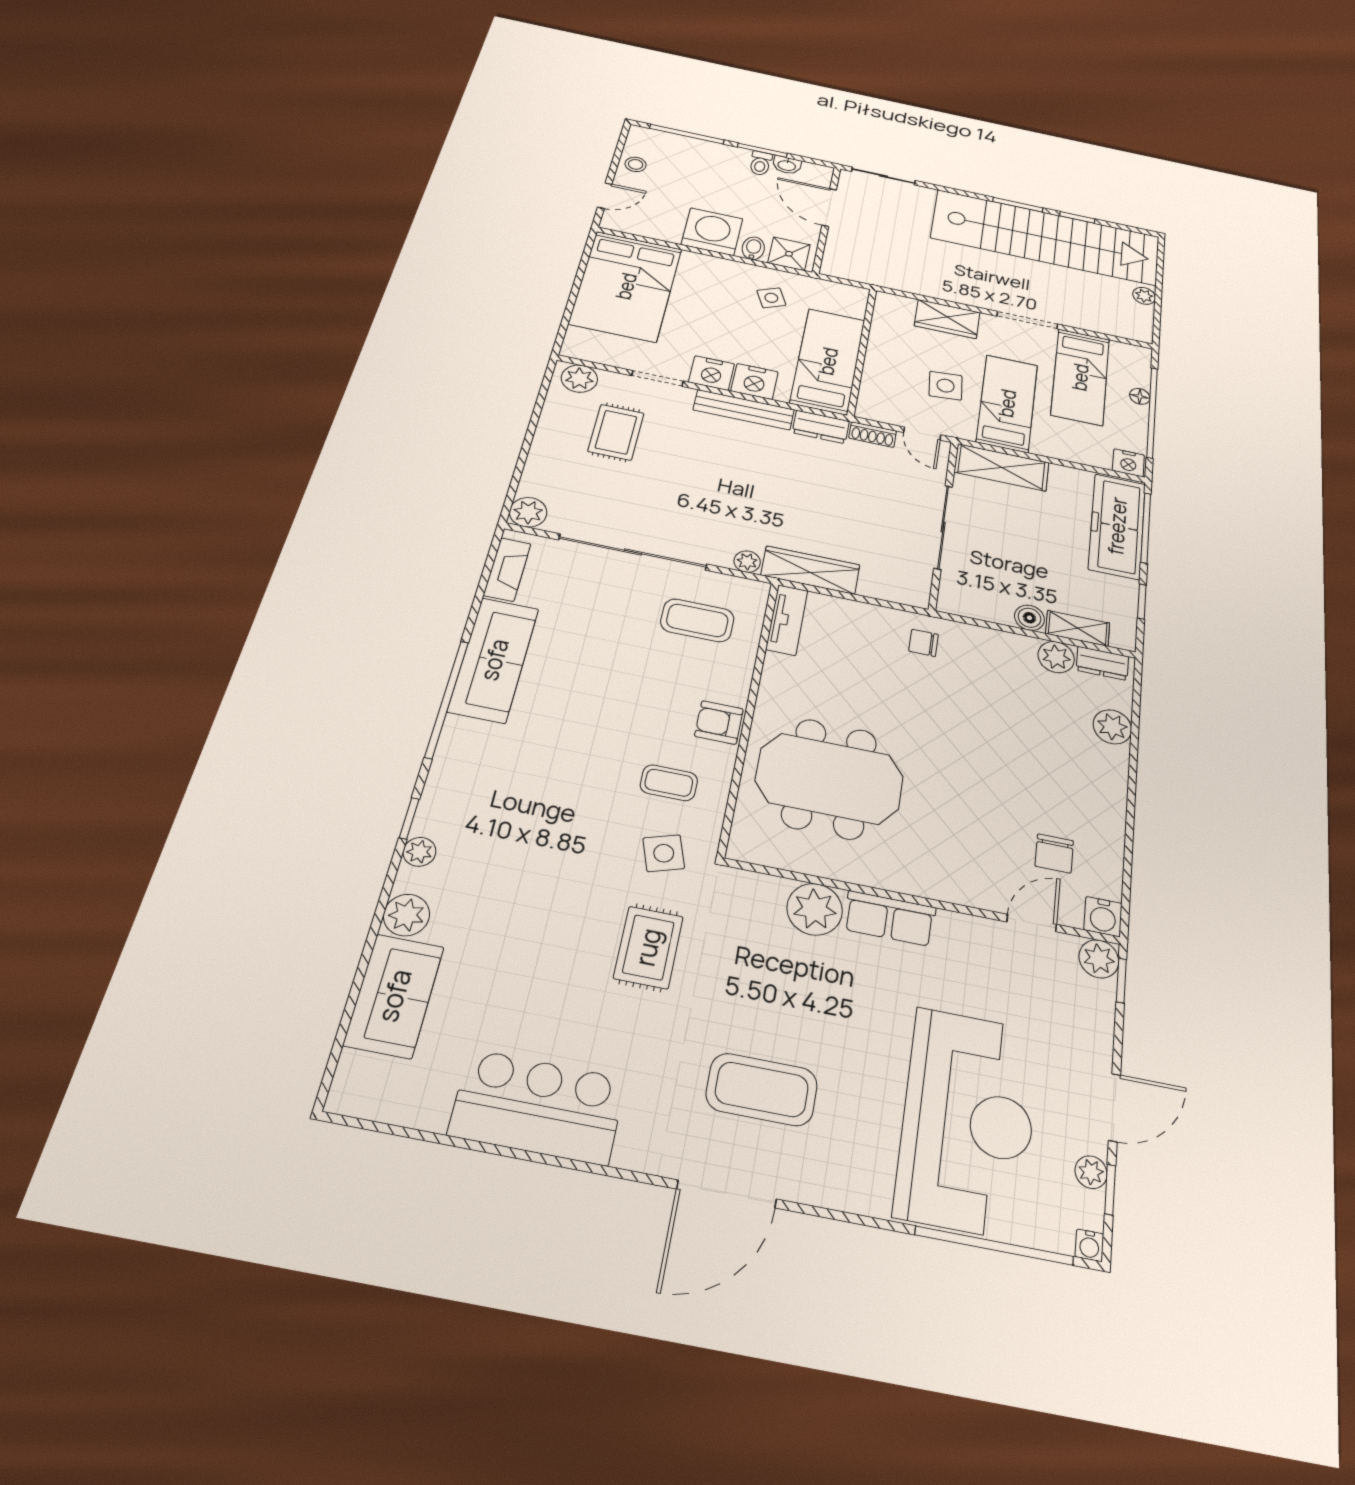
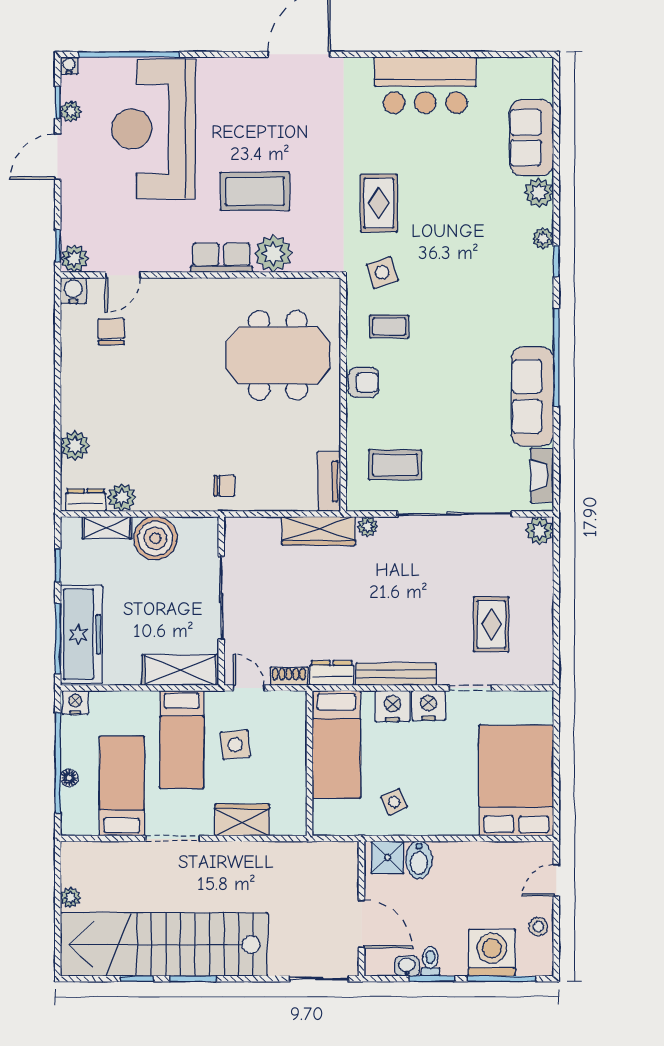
washing machine: (712, 232) -> (492, 953), moved, turned 180
bidet: (753, 248) -> (419, 860), width x1.38, depth x1.36
plant: (579, 379) -> (531, 671), removed
boiler: (1029, 618) -> (155, 538), width x1.86, depth x1.86
coffee table: (762, 1089) -> (255, 191), moved

